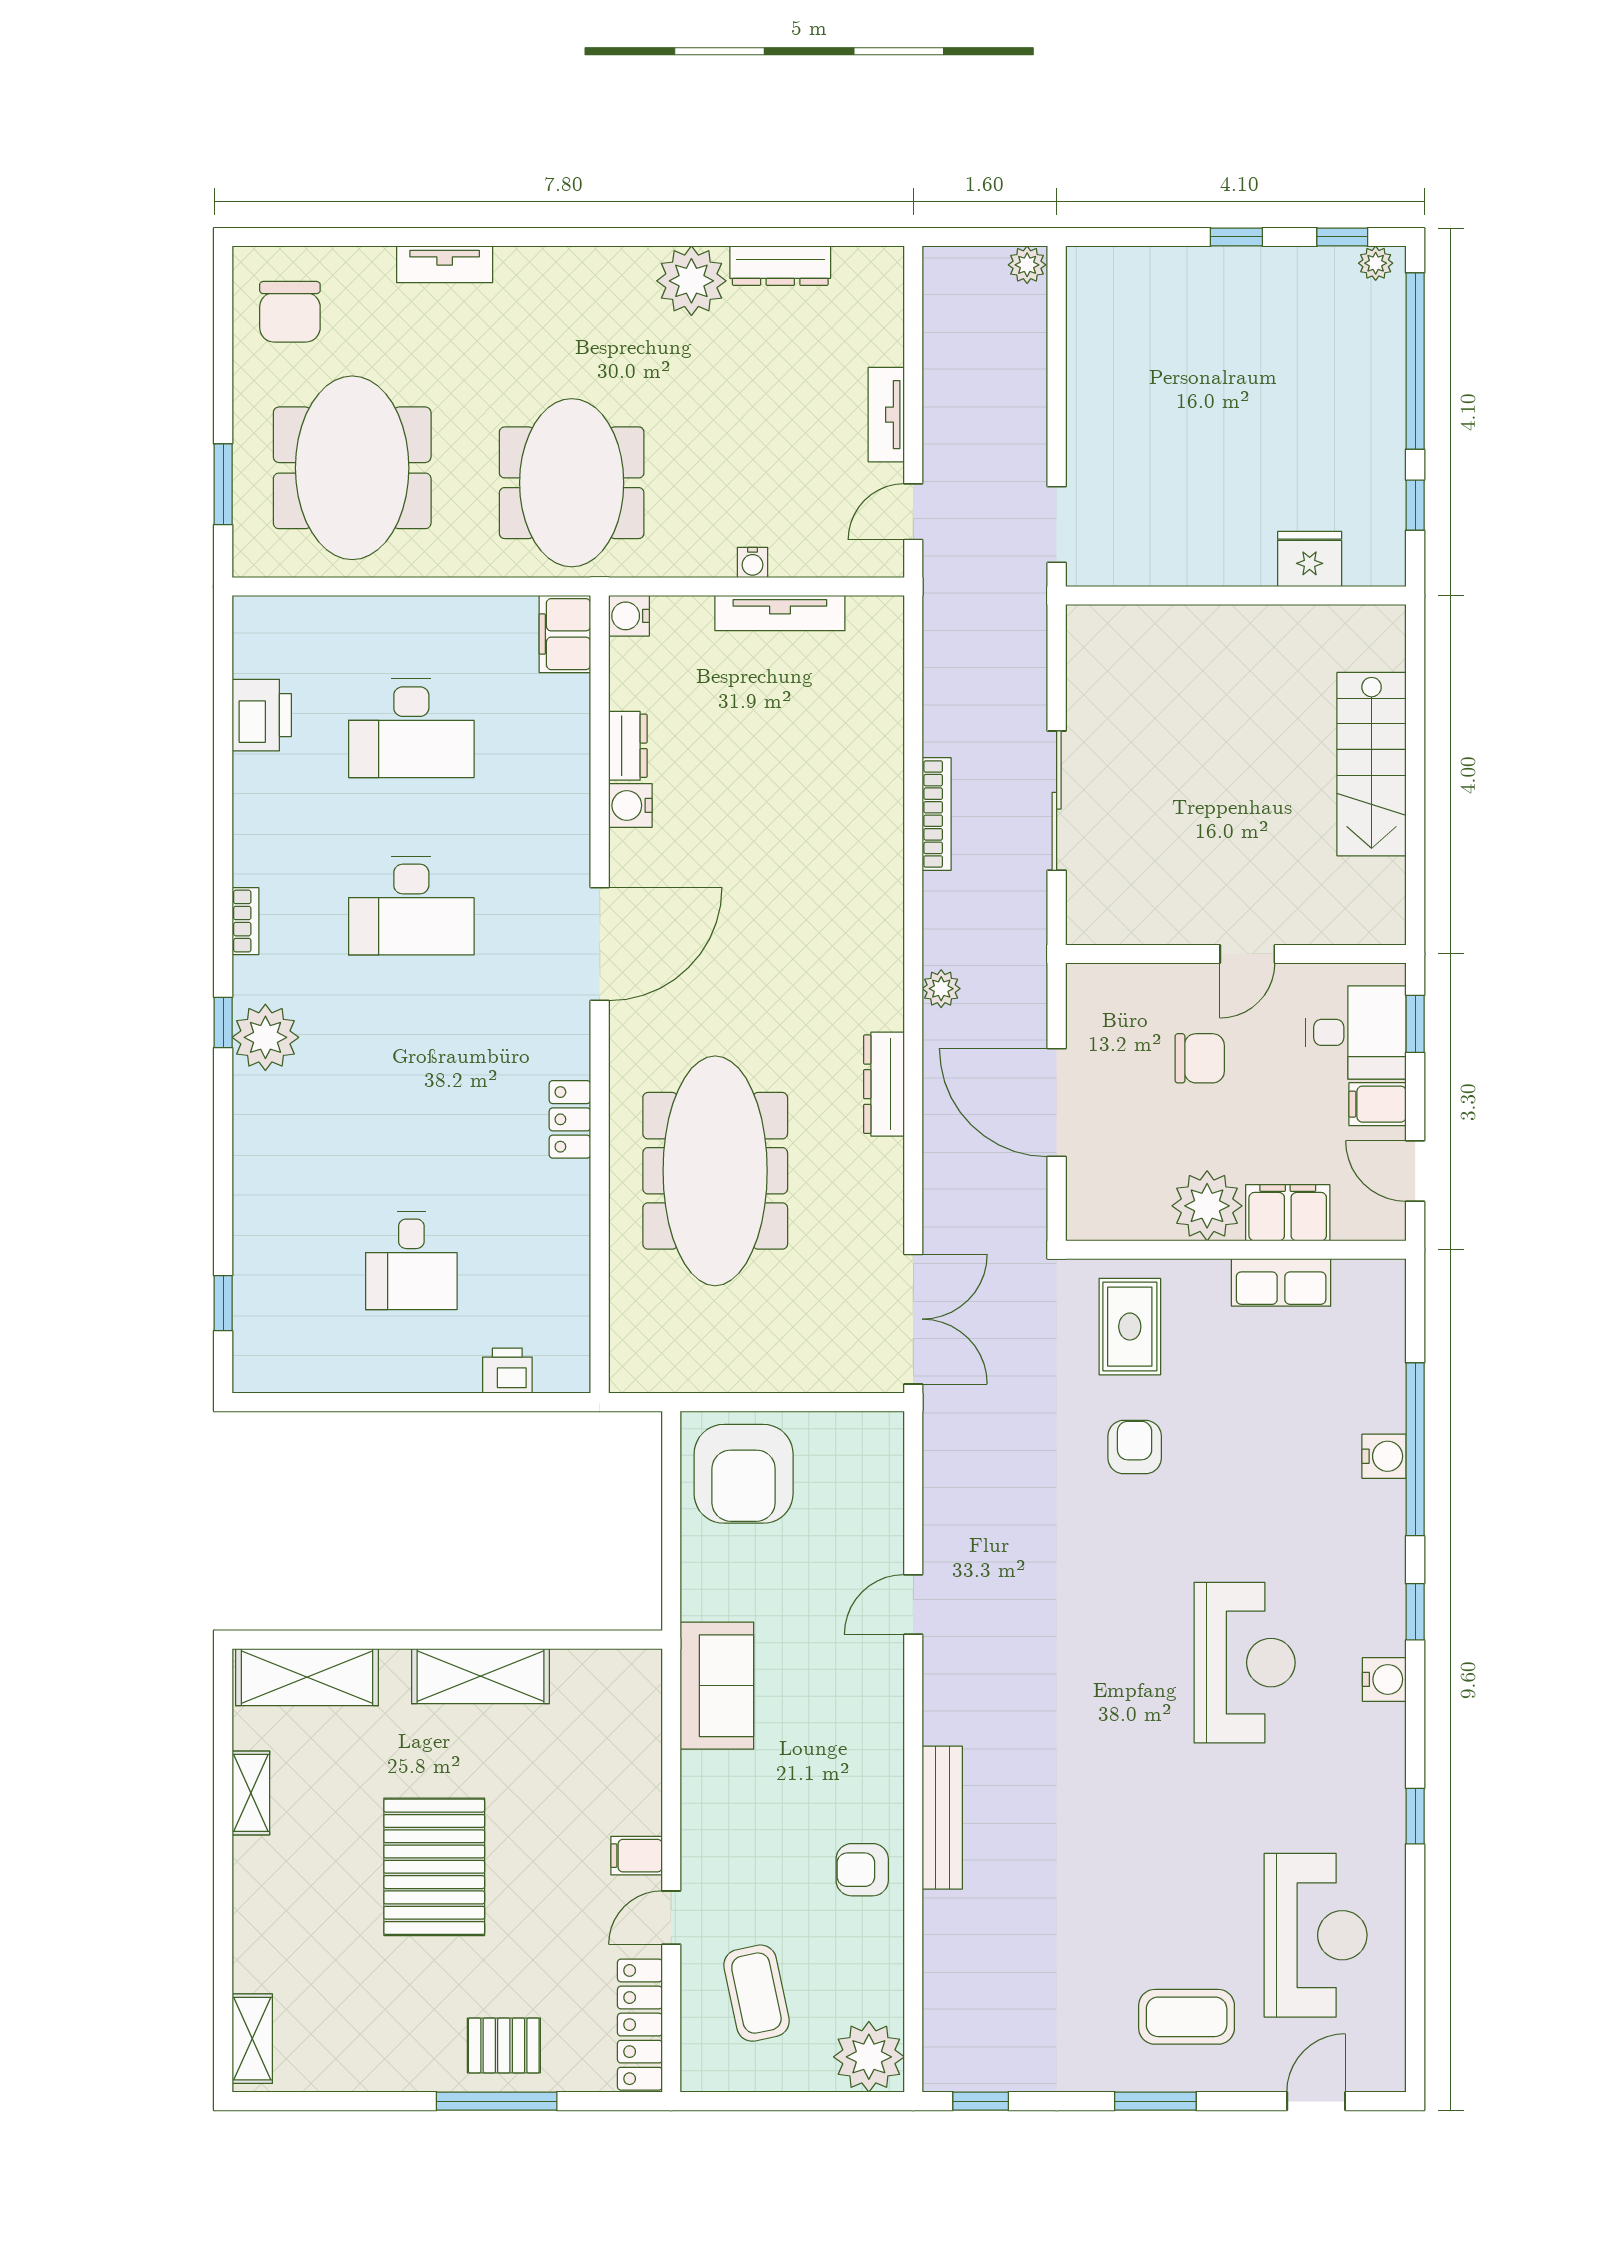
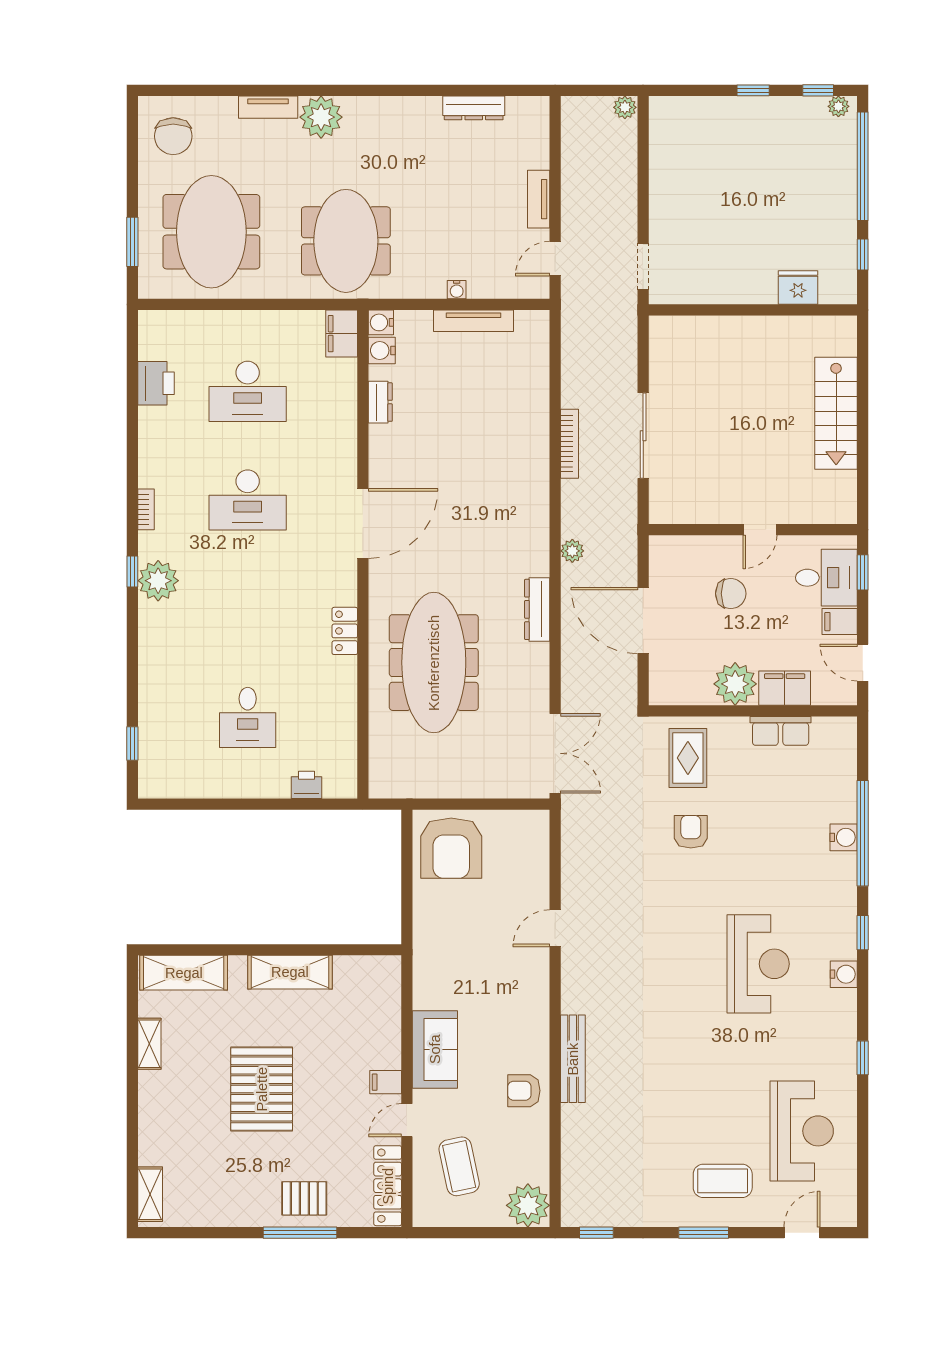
plant: (691, 281) -> (321, 117), moved
water cooler: (630, 805) -> (382, 350), moved
sofa: (717, 1686) -> (435, 1049), moved

